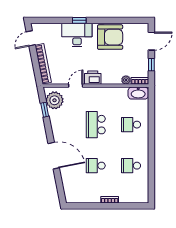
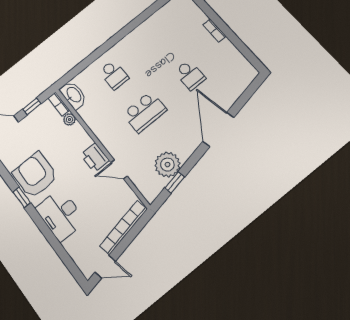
window: (79, 20) -> (22, 197), moved
plant: (55, 100) -> (167, 165), moved
school desk: (131, 166) -> (158, 39), removed

